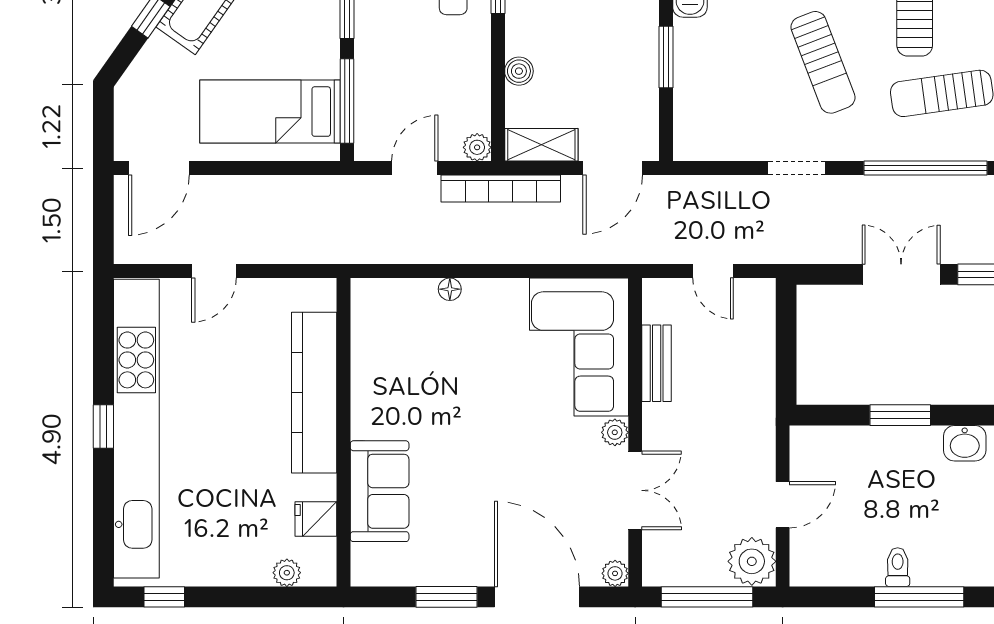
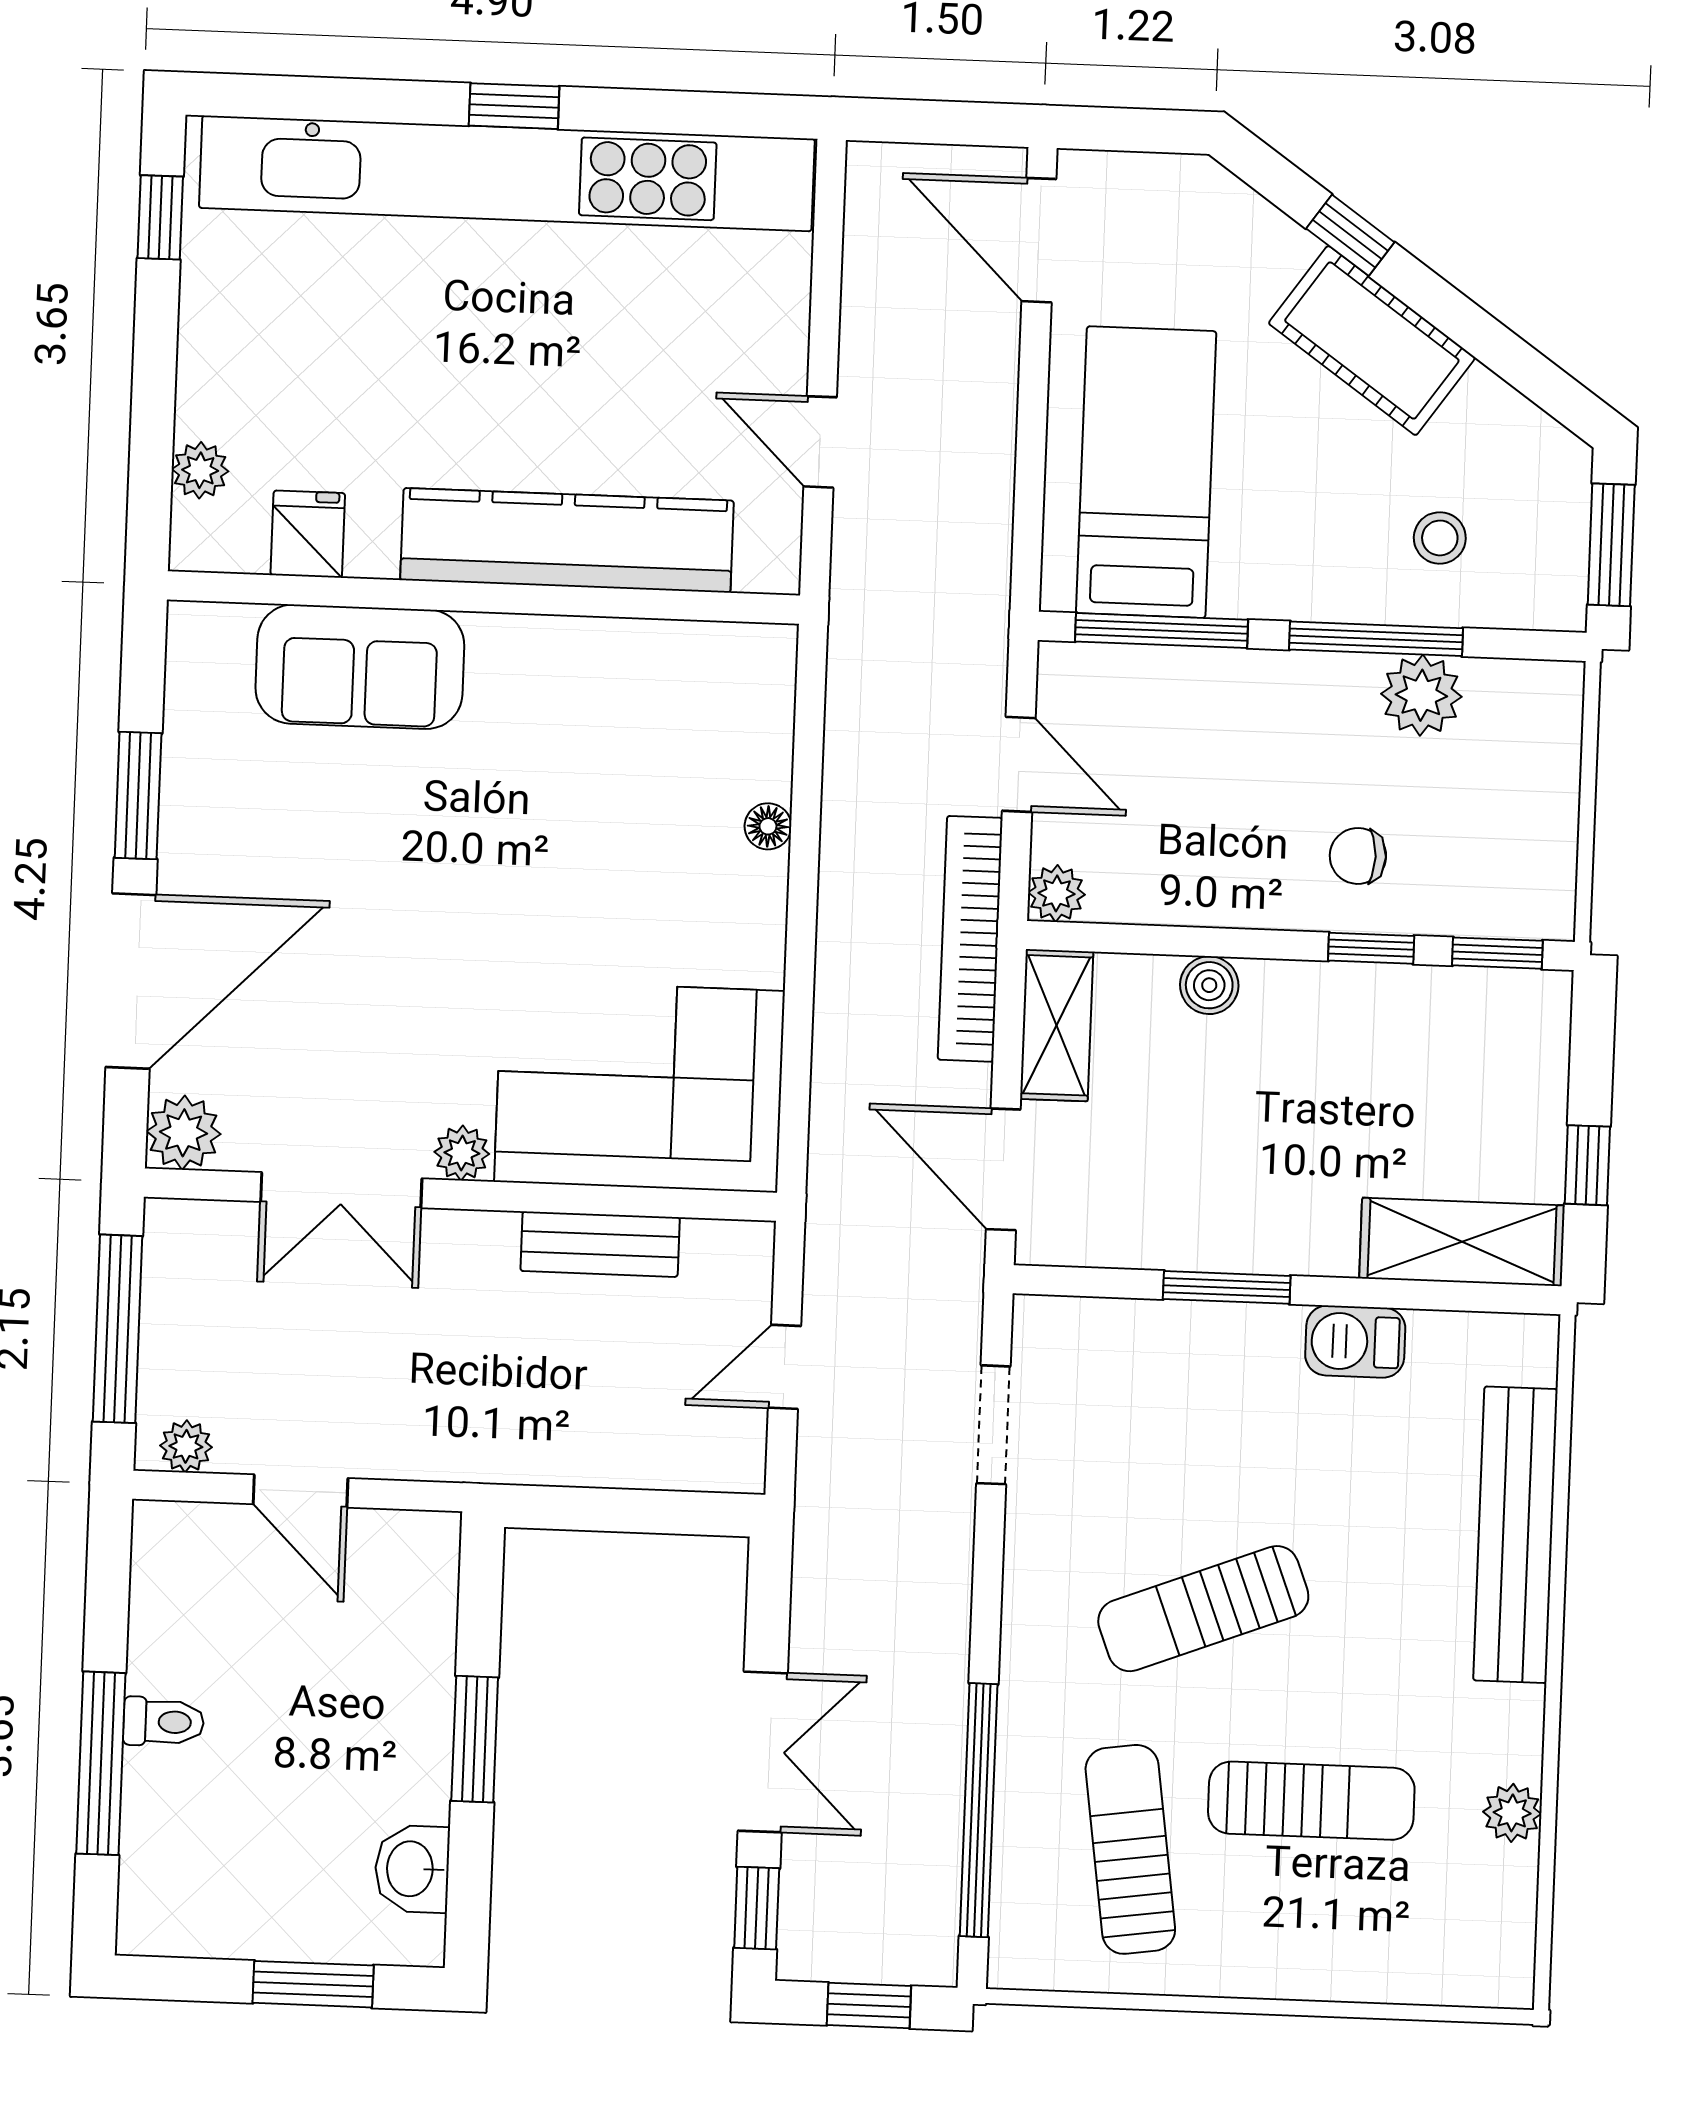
doorway: (796, 168) -> (993, 1425), moved
door: (214, 271) -> (820, 442), moved
plant: (752, 561) -> (186, 1446), width x0.53, depth x0.53
plant: (615, 573) -> (184, 1133), width x1.38, depth x1.38

